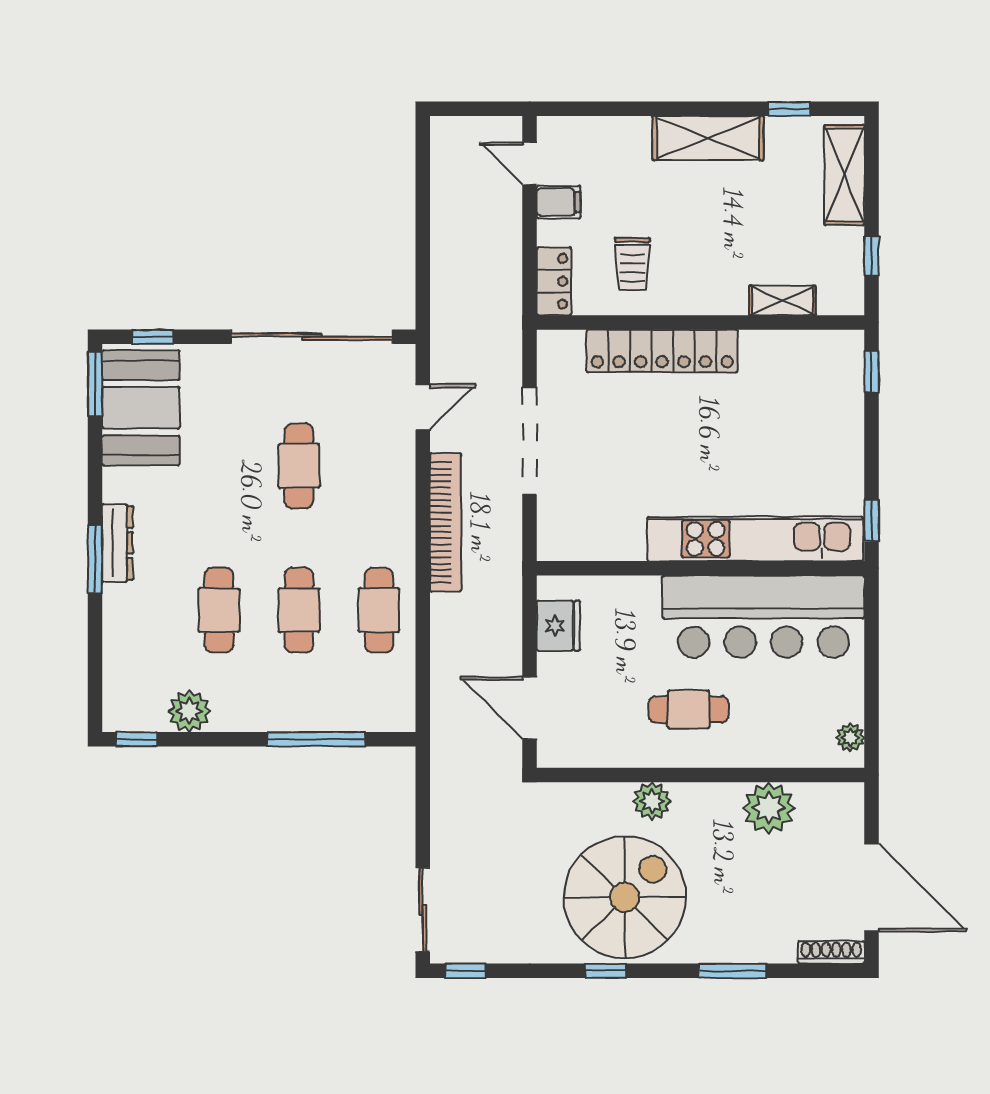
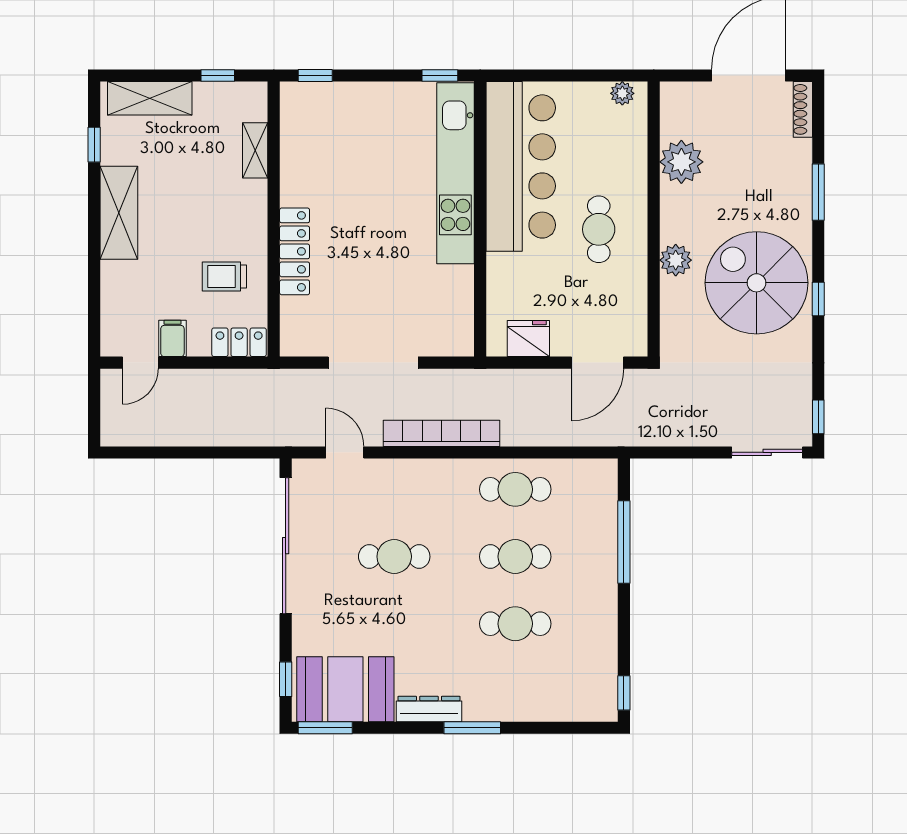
trolley: (632, 264) -> (224, 276), turned 180
locker: (662, 351) -> (295, 251), width x0.71, depth x0.83
dresser: (117, 543) -> (429, 709), moved
plant: (189, 711) -> (600, 649), removed

